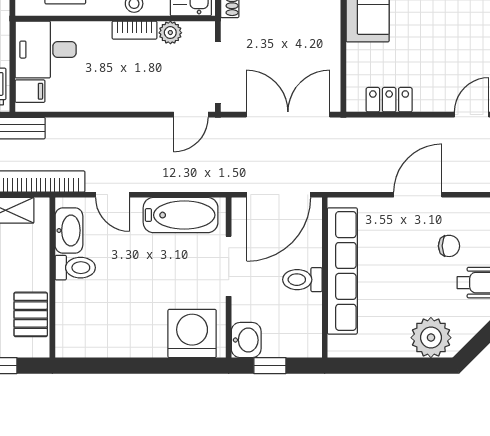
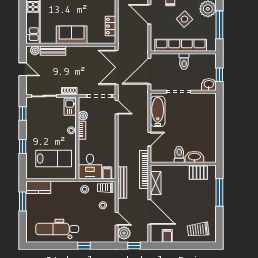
door: (279, 195) -> (149, 71), swing flipped
washbasin: (69, 230) -> (194, 157), moved
side table: (406, 281) -> (184, 19), added
washing machine: (192, 333) -> (206, 107), removed
window: (392, 366) -> (219, 25), added

